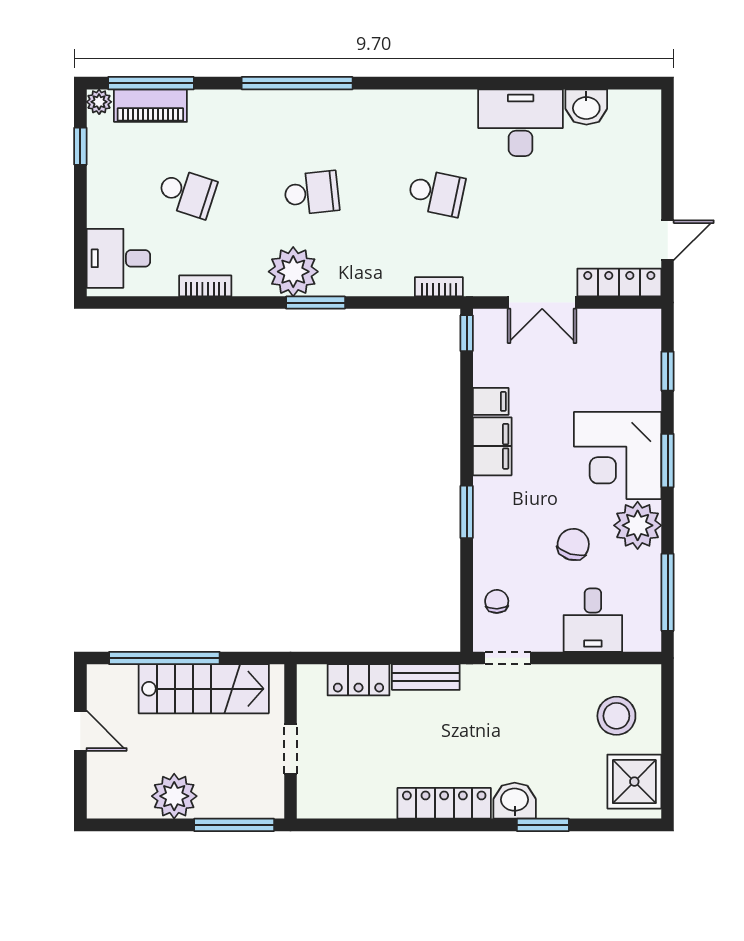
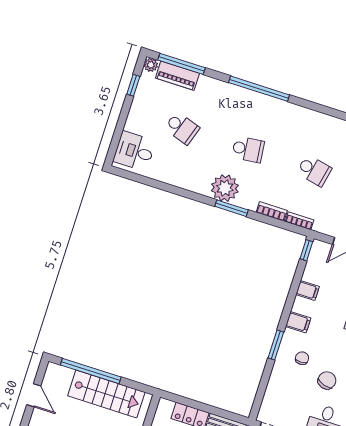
bookcase: (205, 286) -> (272, 211), moved
filing cabinet: (492, 446) -> (298, 322), width x0.50
chair: (497, 601) -> (302, 358), moved

